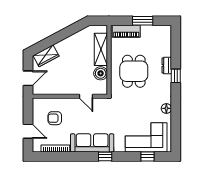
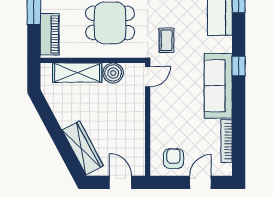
wardrobe: (46, 56) -> (83, 148), width x1.50
door: (86, 96) -> (148, 76), moved
coffee table: (122, 109) -> (167, 40), added
armchair: (55, 118) -> (173, 159), moved, turned 180

